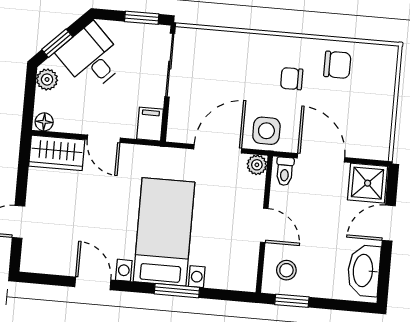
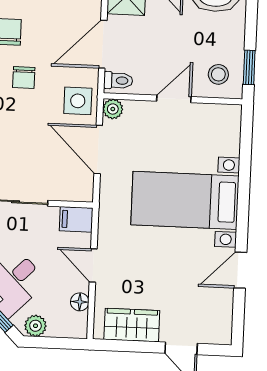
floor lamp: (44, 122) -> (80, 302), moved
door: (104, 139) -> (93, 266), swing flipped
wardrobe: (57, 153) -> (132, 325), moved, turned -90
window: (177, 291) -> (244, 185), removed

